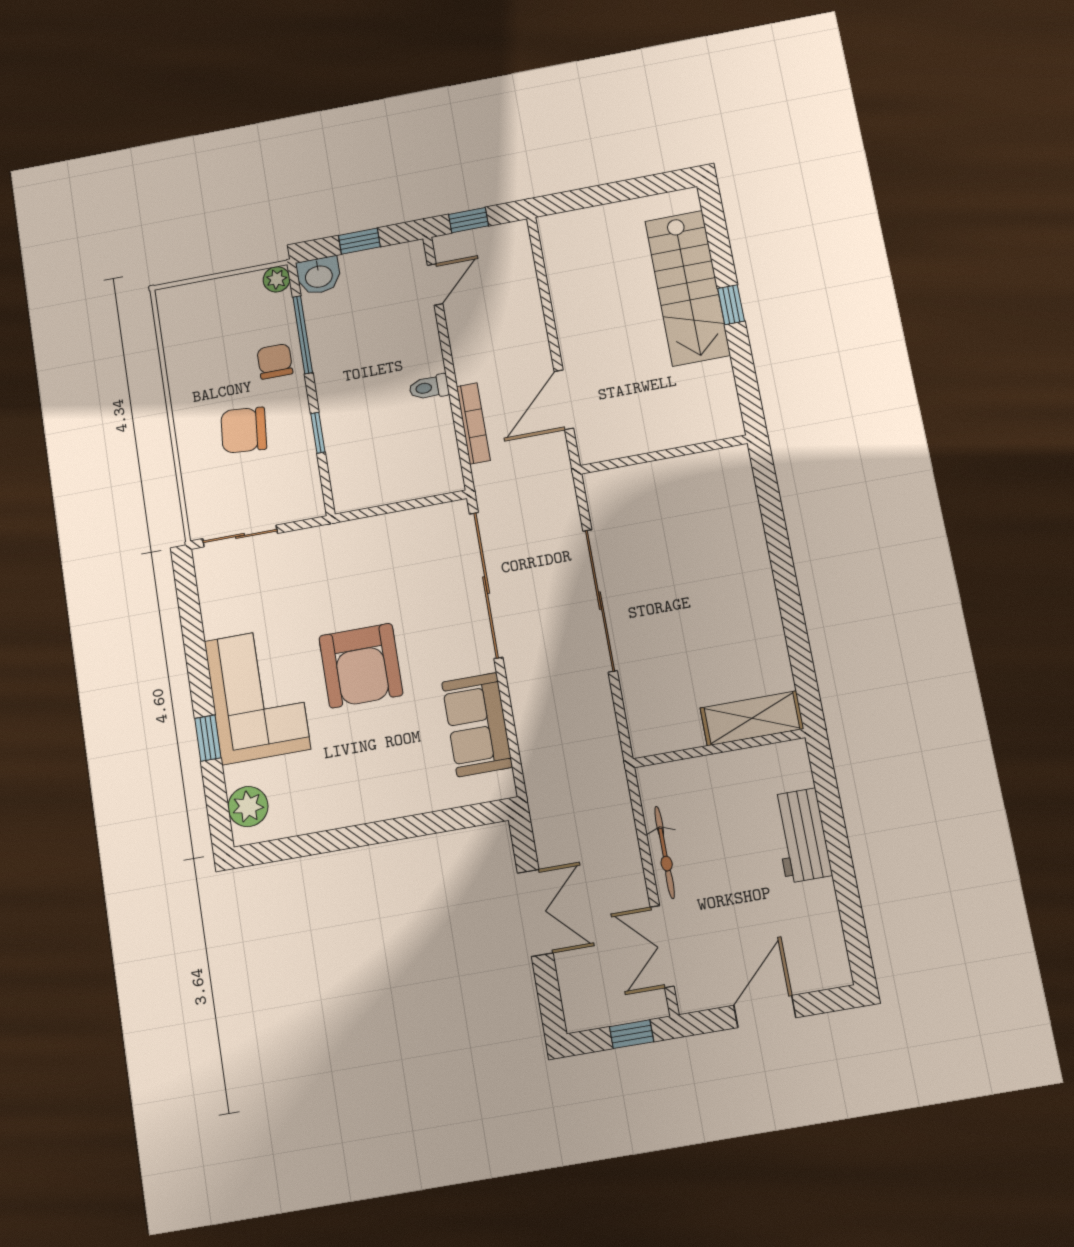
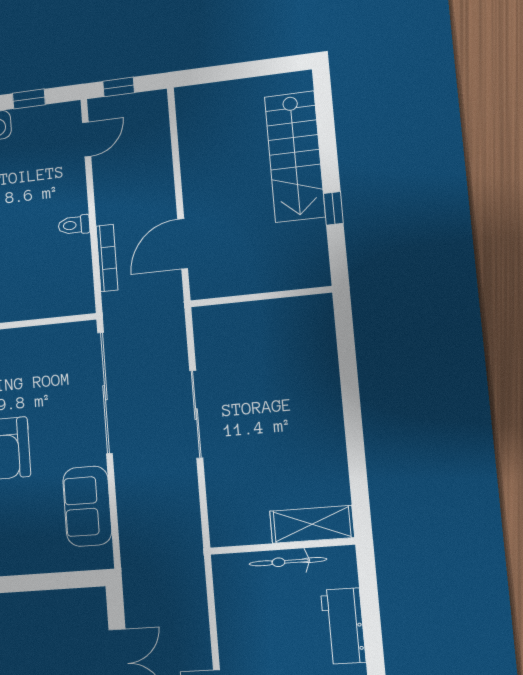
window: (731, 305) -> (333, 208), moved
sliding door: (600, 601) -> (196, 414), width x0.73
bicycle: (665, 852) -> (288, 562), moved, turned 90

